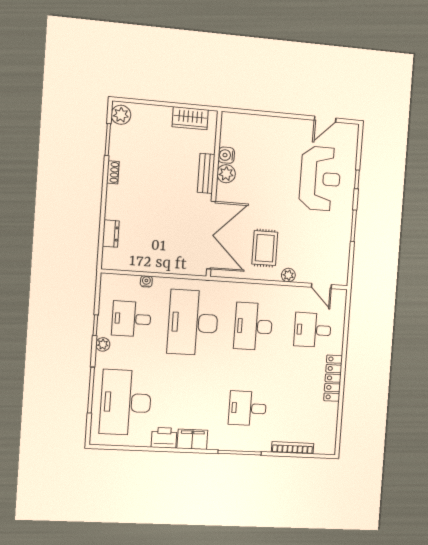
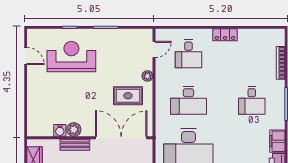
locker: (333, 378) -> (225, 35), width x0.66

